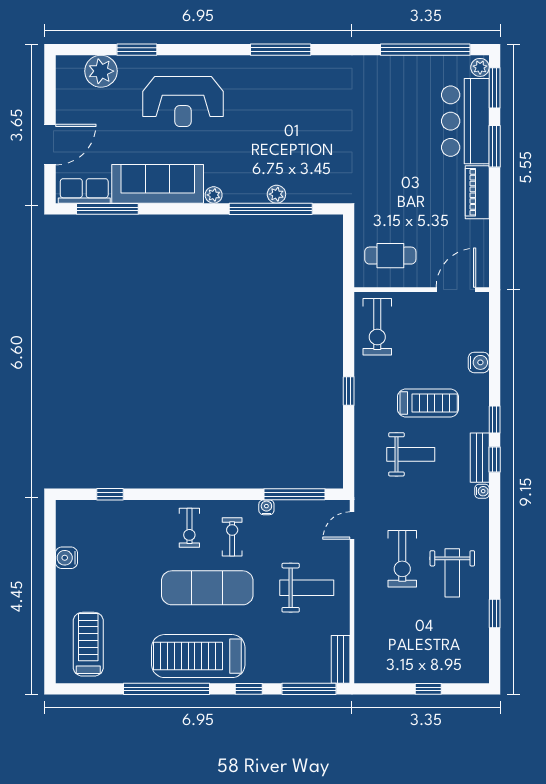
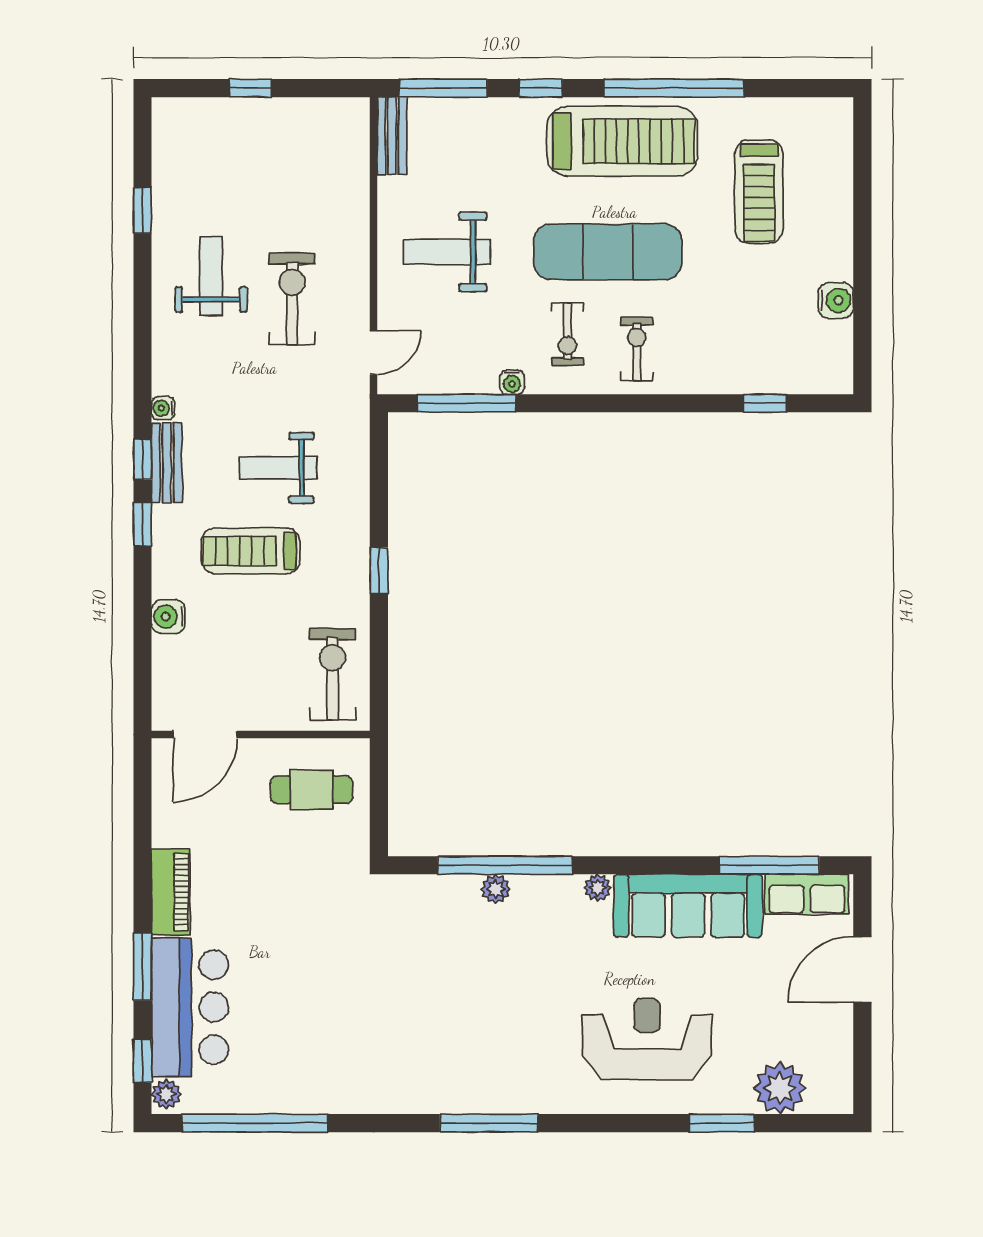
window: (495, 88) -> (143, 1061), width x0.67
treadmill: (88, 644) -> (759, 192), moved

